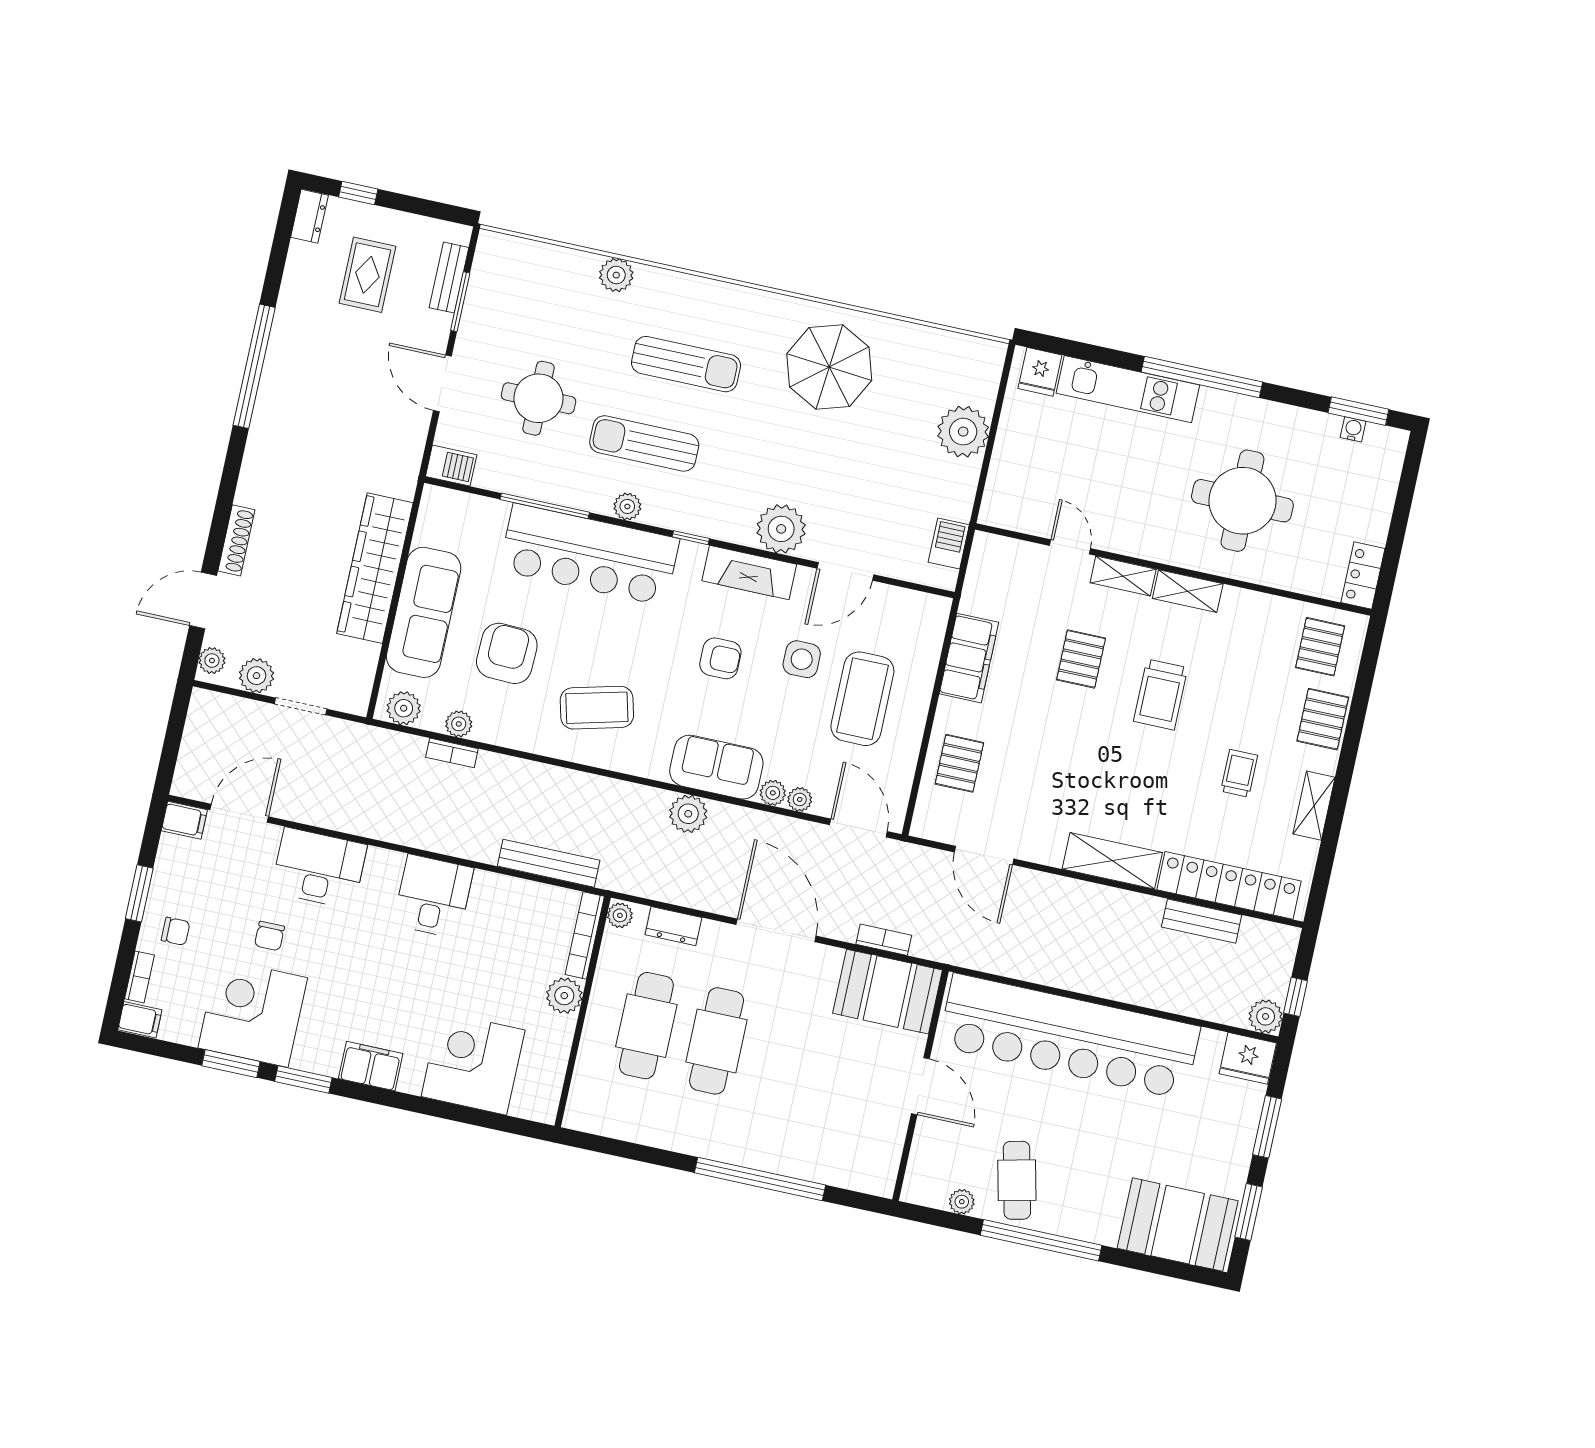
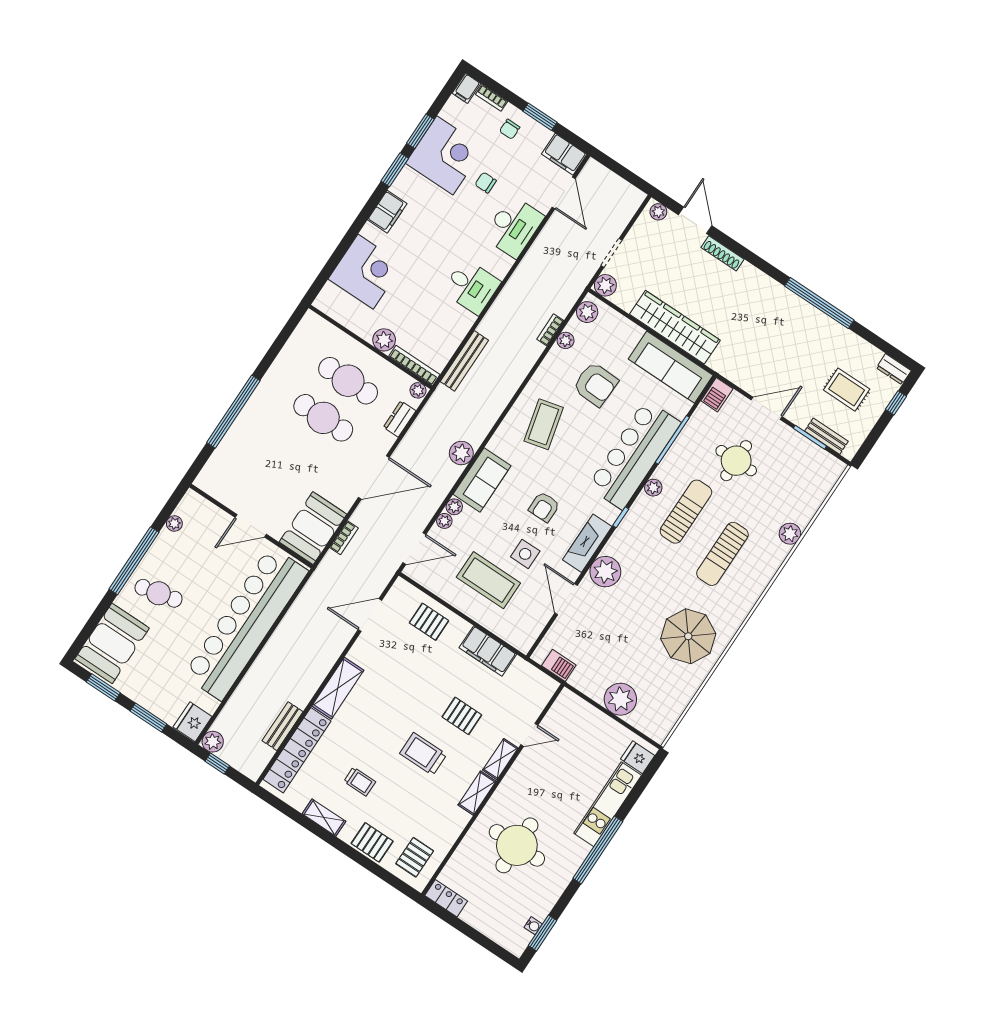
sofa: (424, 612) -> (671, 367), moved
pallet: (1320, 647) -> (415, 857), turned 90
plant: (256, 676) -> (605, 285), moved
filing cabinet: (184, 820) -> (564, 154), width x2.00
cafe table: (1017, 1180) -> (159, 593), moved

